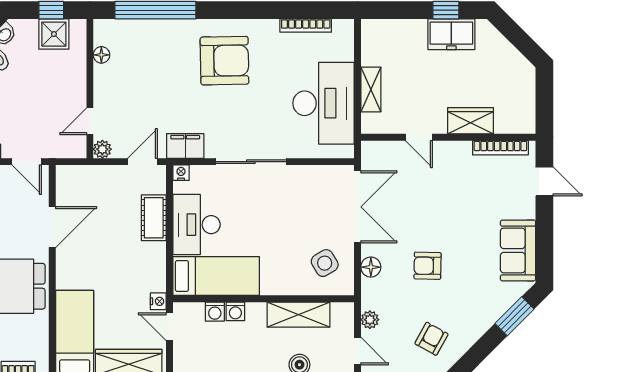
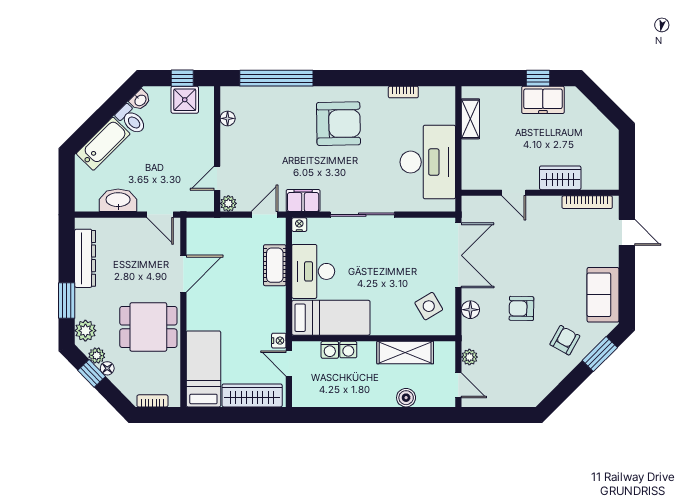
bookcase: (306, 26) -> (403, 92), width x0.64
shelving: (371, 90) -> (470, 119), moved
armchair: (431, 339) -> (565, 340), moved

